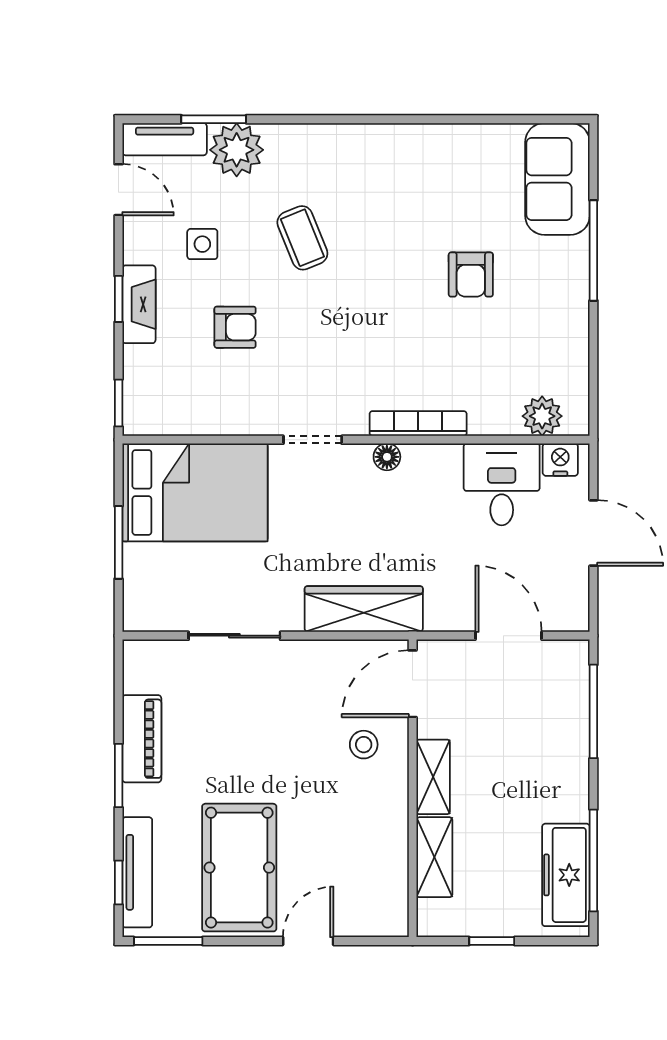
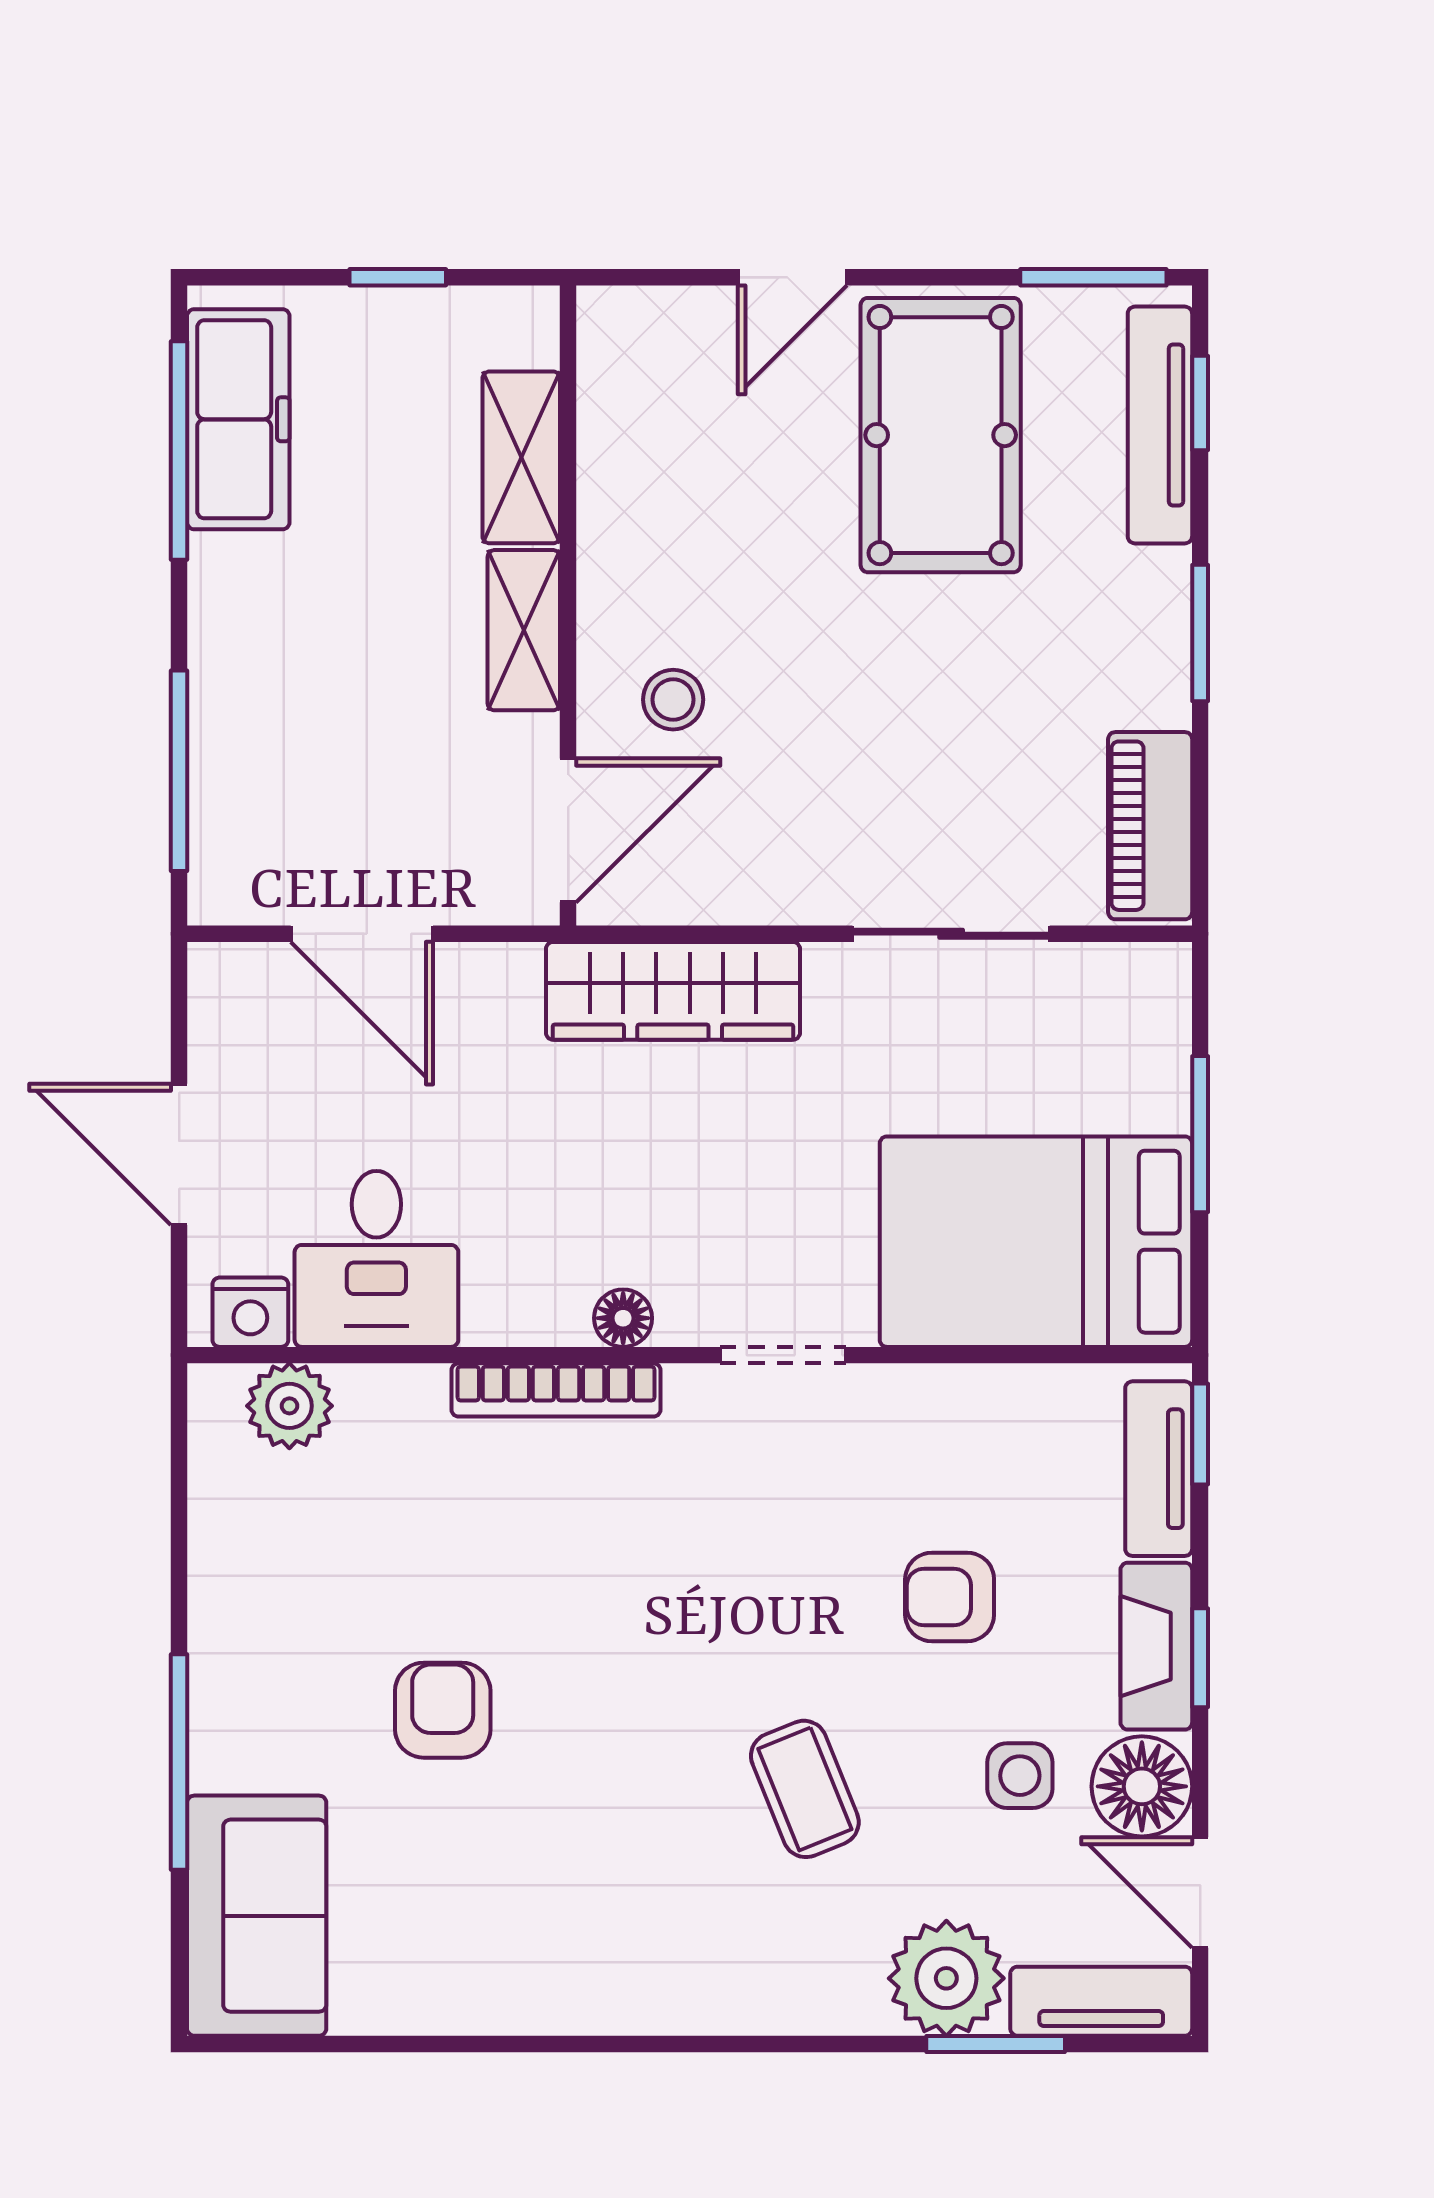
floor lamp: (146, 239) -> (1142, 1786), added
tv unit: (138, 387) -> (1159, 1469), added
piano: (142, 739) -> (1150, 826), moved

